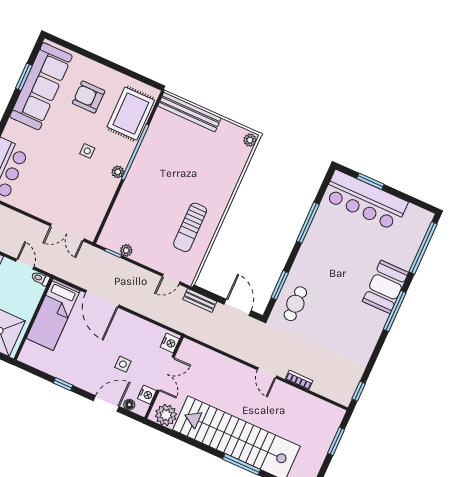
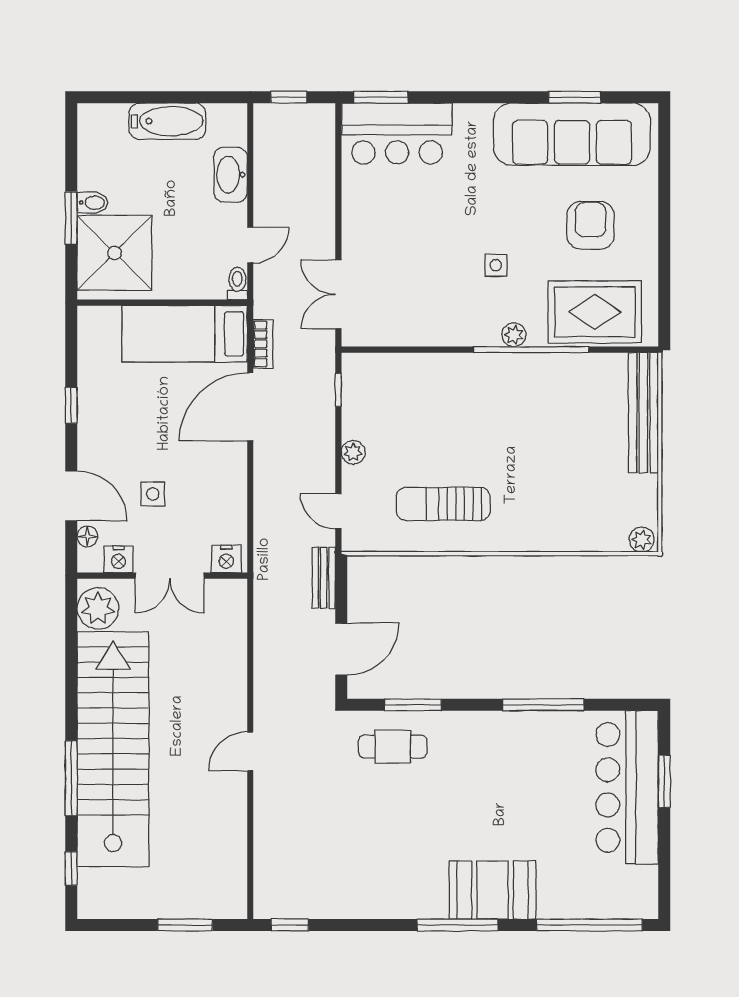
plant: (118, 172) -> (514, 335), moved
plant: (126, 250) -> (353, 452), moved
bookcase: (299, 380) -> (263, 344), moved

